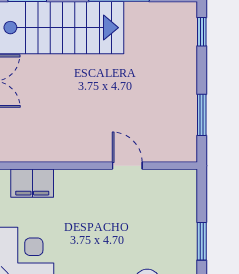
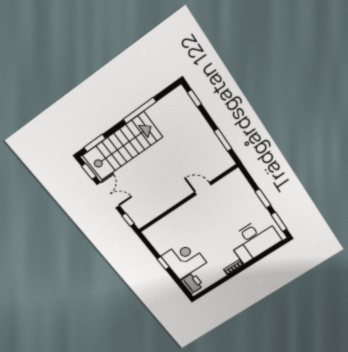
filing cabinet: (32, 183) -> (164, 226), removed

